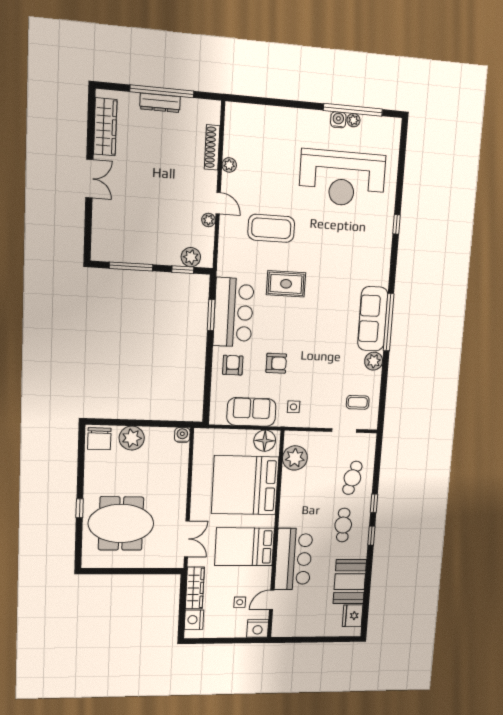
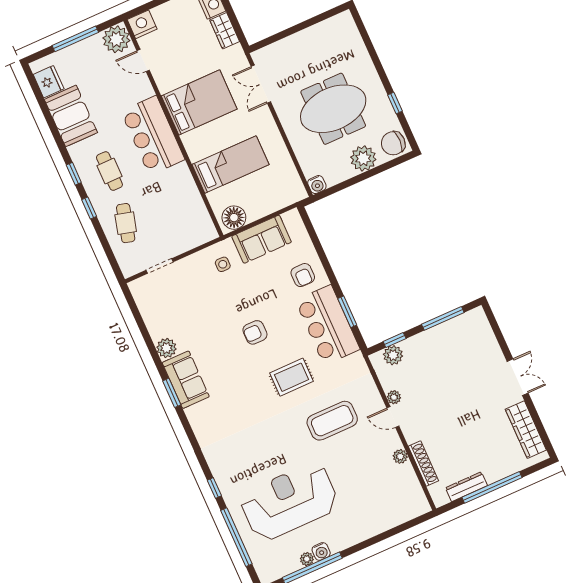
dresser: (160, 103) -> (466, 487), moved
window: (401, 173) -> (236, 537), added
double door: (89, 179) -> (518, 377), swing flipped
sofa: (373, 319) -> (186, 380), width x0.73
window: (389, 322) -> (172, 393), width x0.47
armchair: (276, 363) -> (255, 332), moved
coffee table: (358, 402) -> (161, 300), removed
chair: (99, 439) -> (393, 143), turned -89
plant: (295, 458) -> (116, 39), moved
bed: (245, 485) -> (231, 164), width x0.49
window: (80, 508) -> (395, 103), moved
meeting table: (121, 523) -> (333, 109), moved
bar counter: (293, 559) -> (153, 135), moved
wardrobe: (195, 588) -> (225, 31), width x0.67
door: (272, 600) -> (143, 60), swing flipped
side table: (240, 602) -> (175, 43), removed
window: (315, 640) -> (75, 39), added

